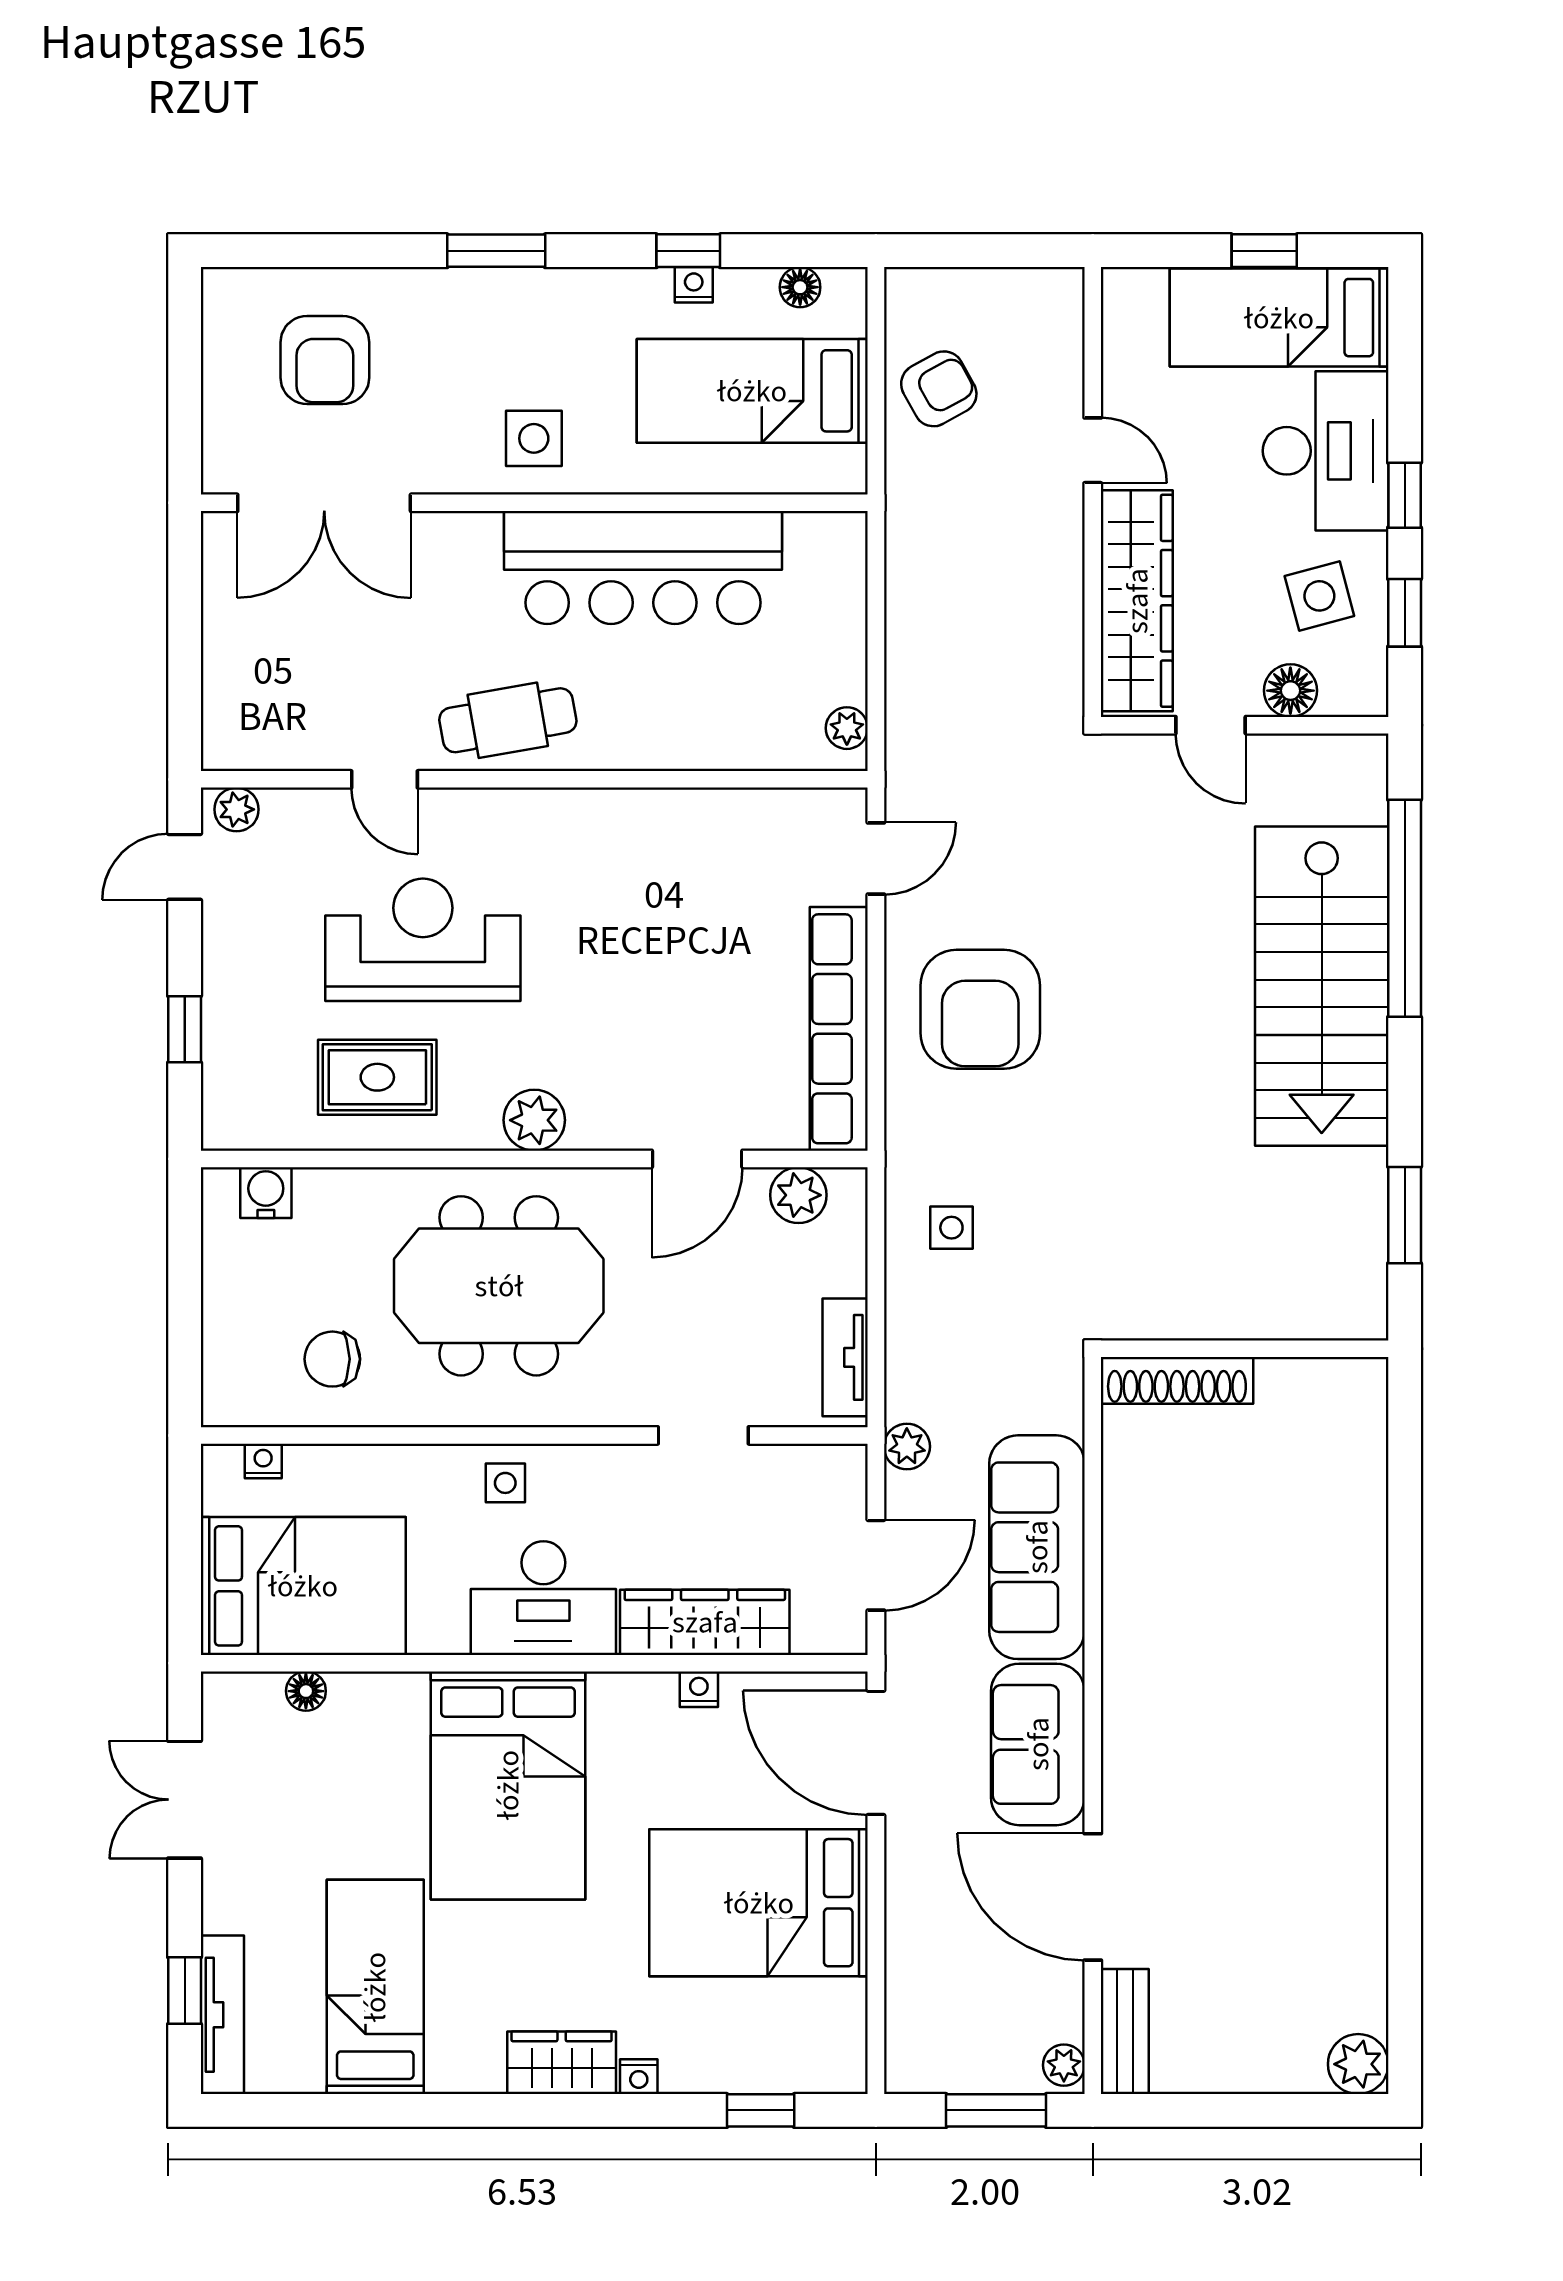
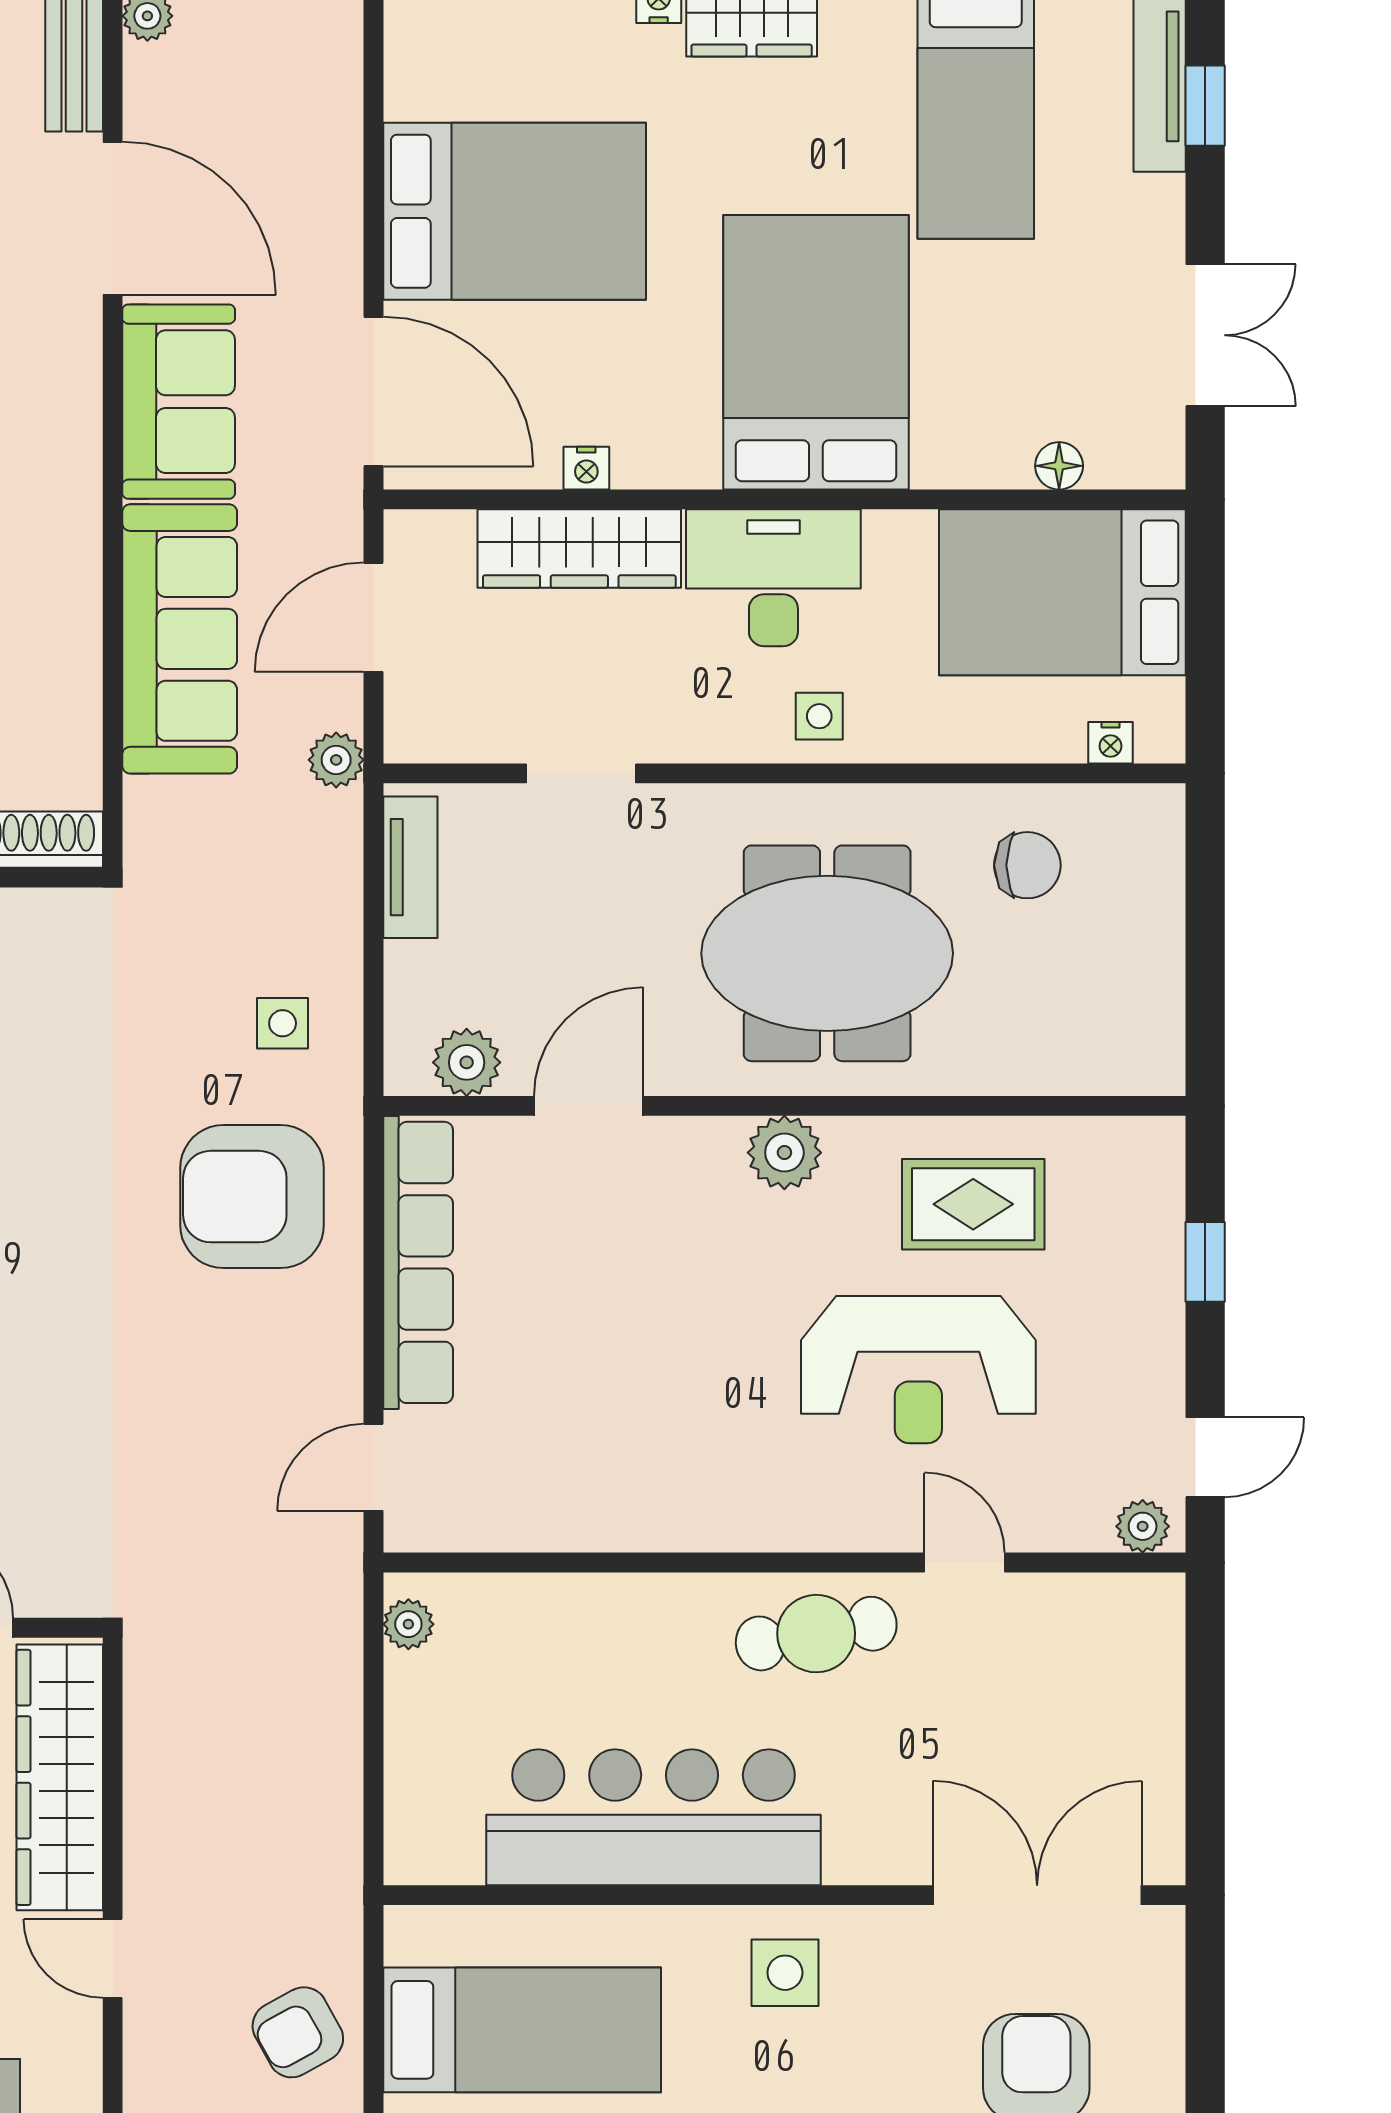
armchair: (980, 1009) -> (252, 1197), moved, turned -90
water cooler: (266, 1193) -> (1107, 1065), removed

